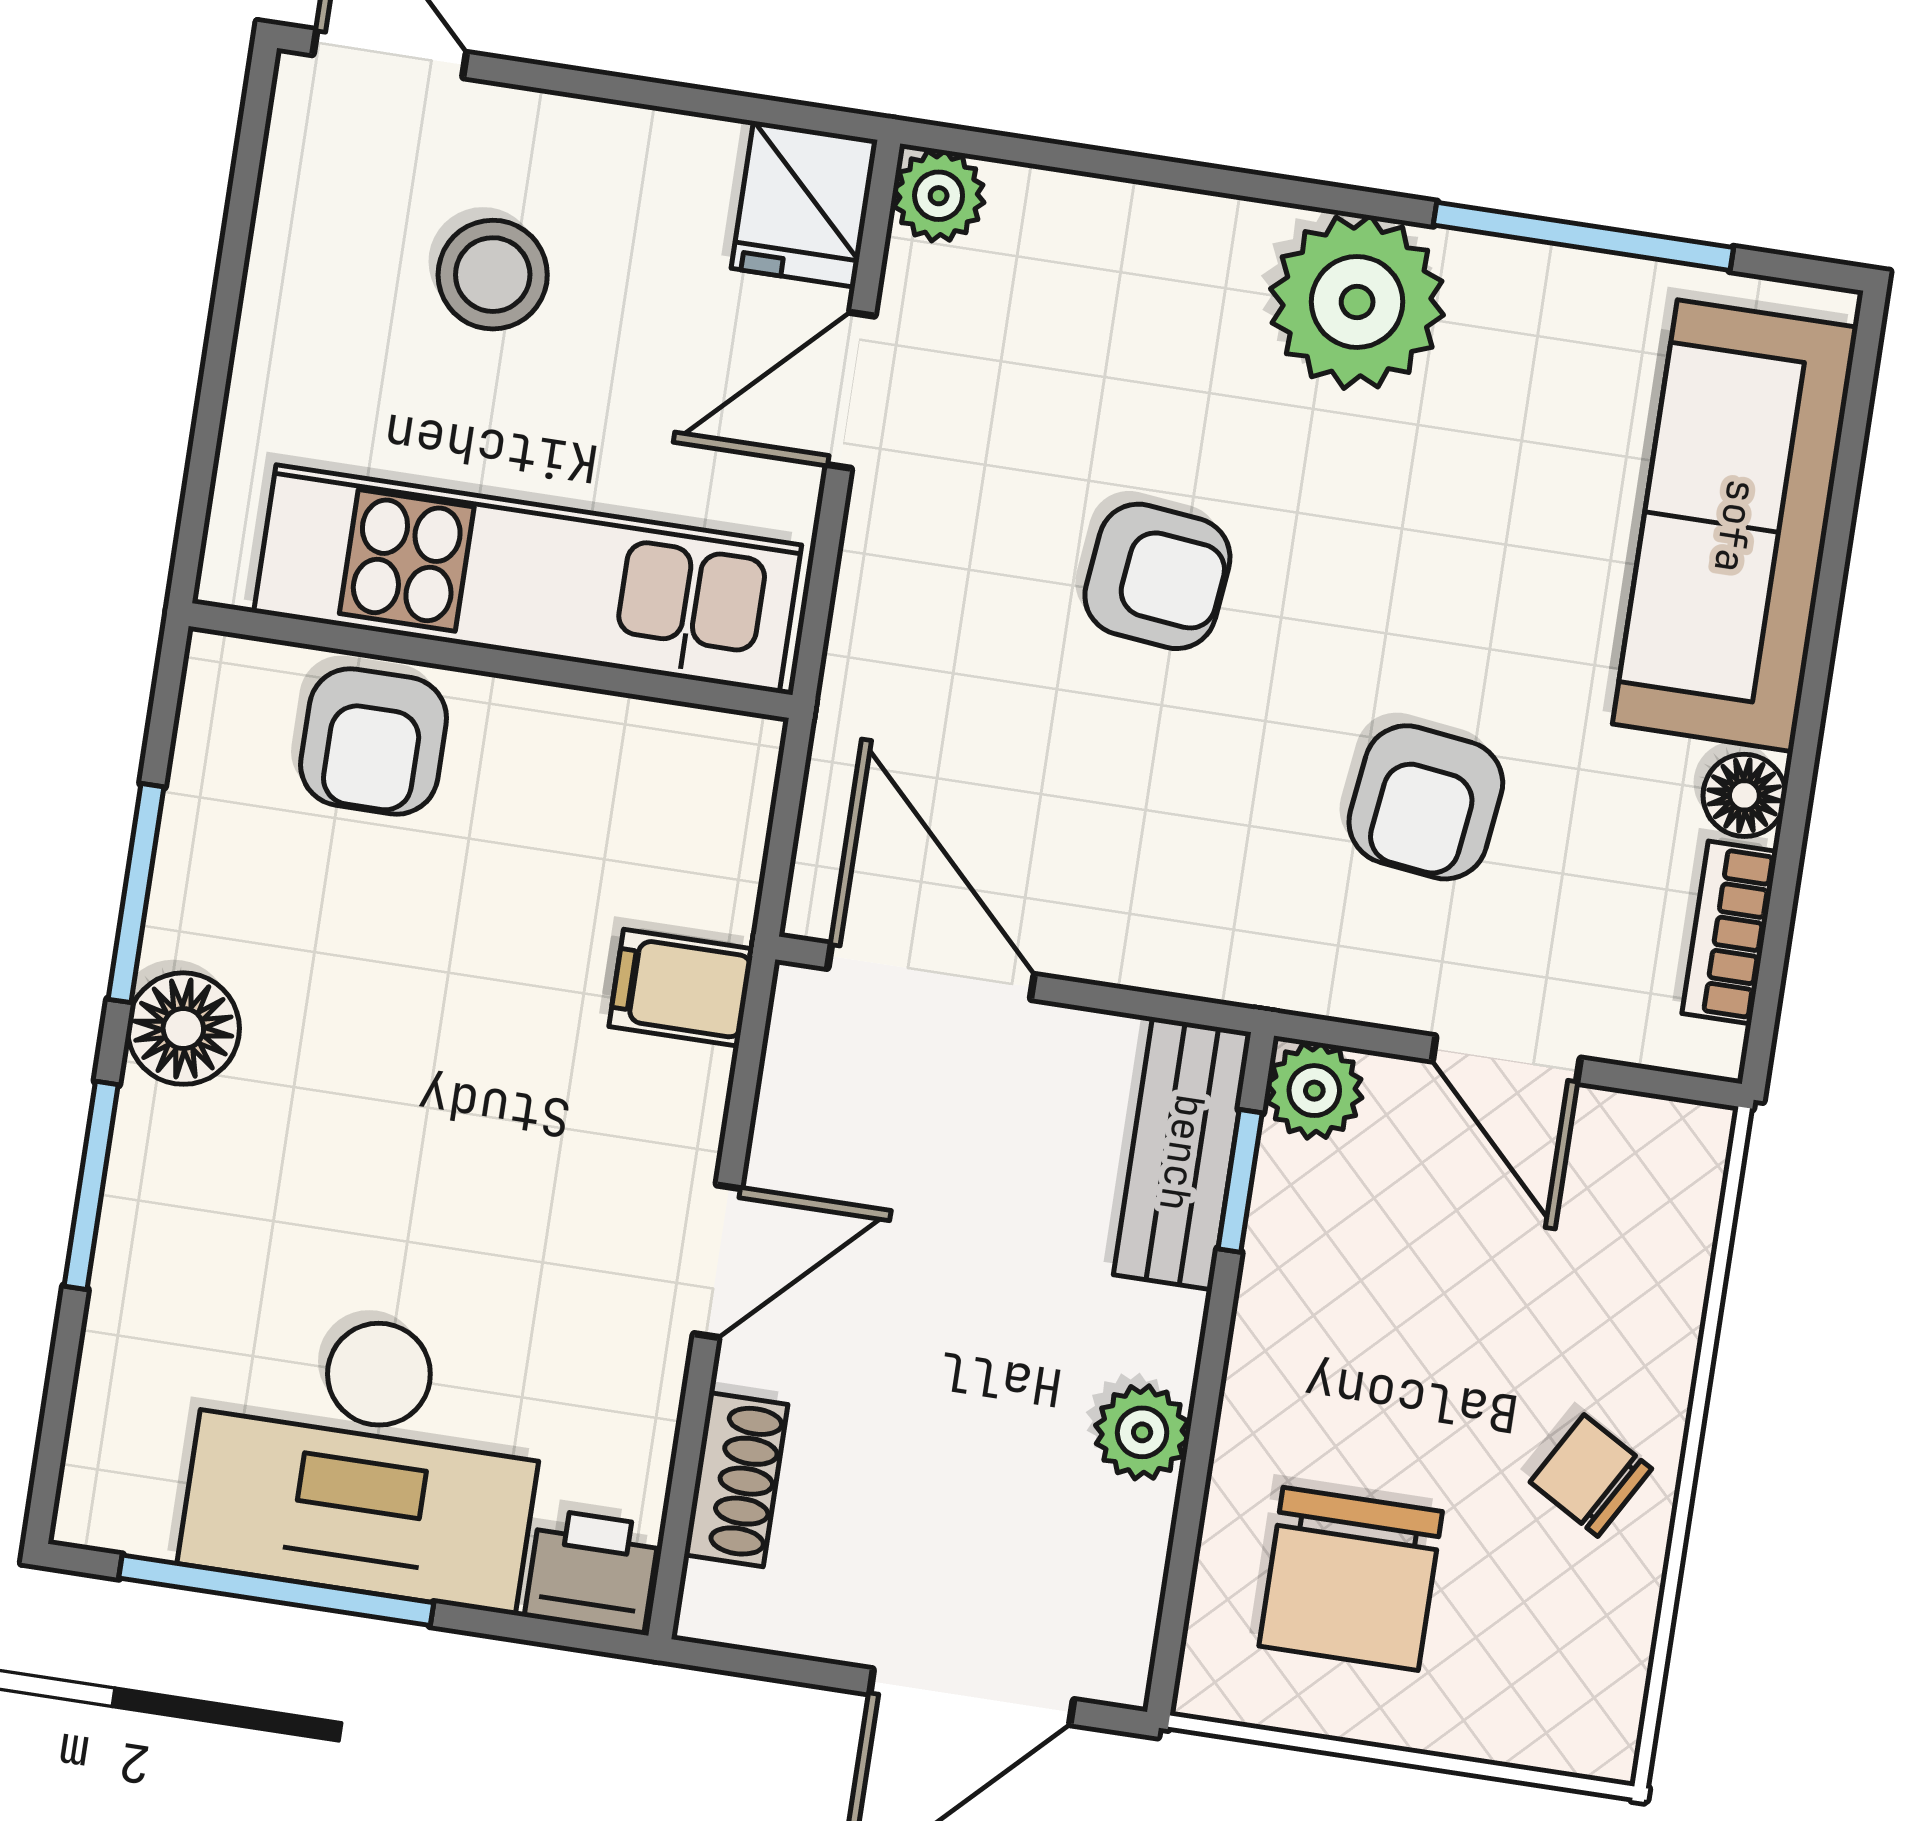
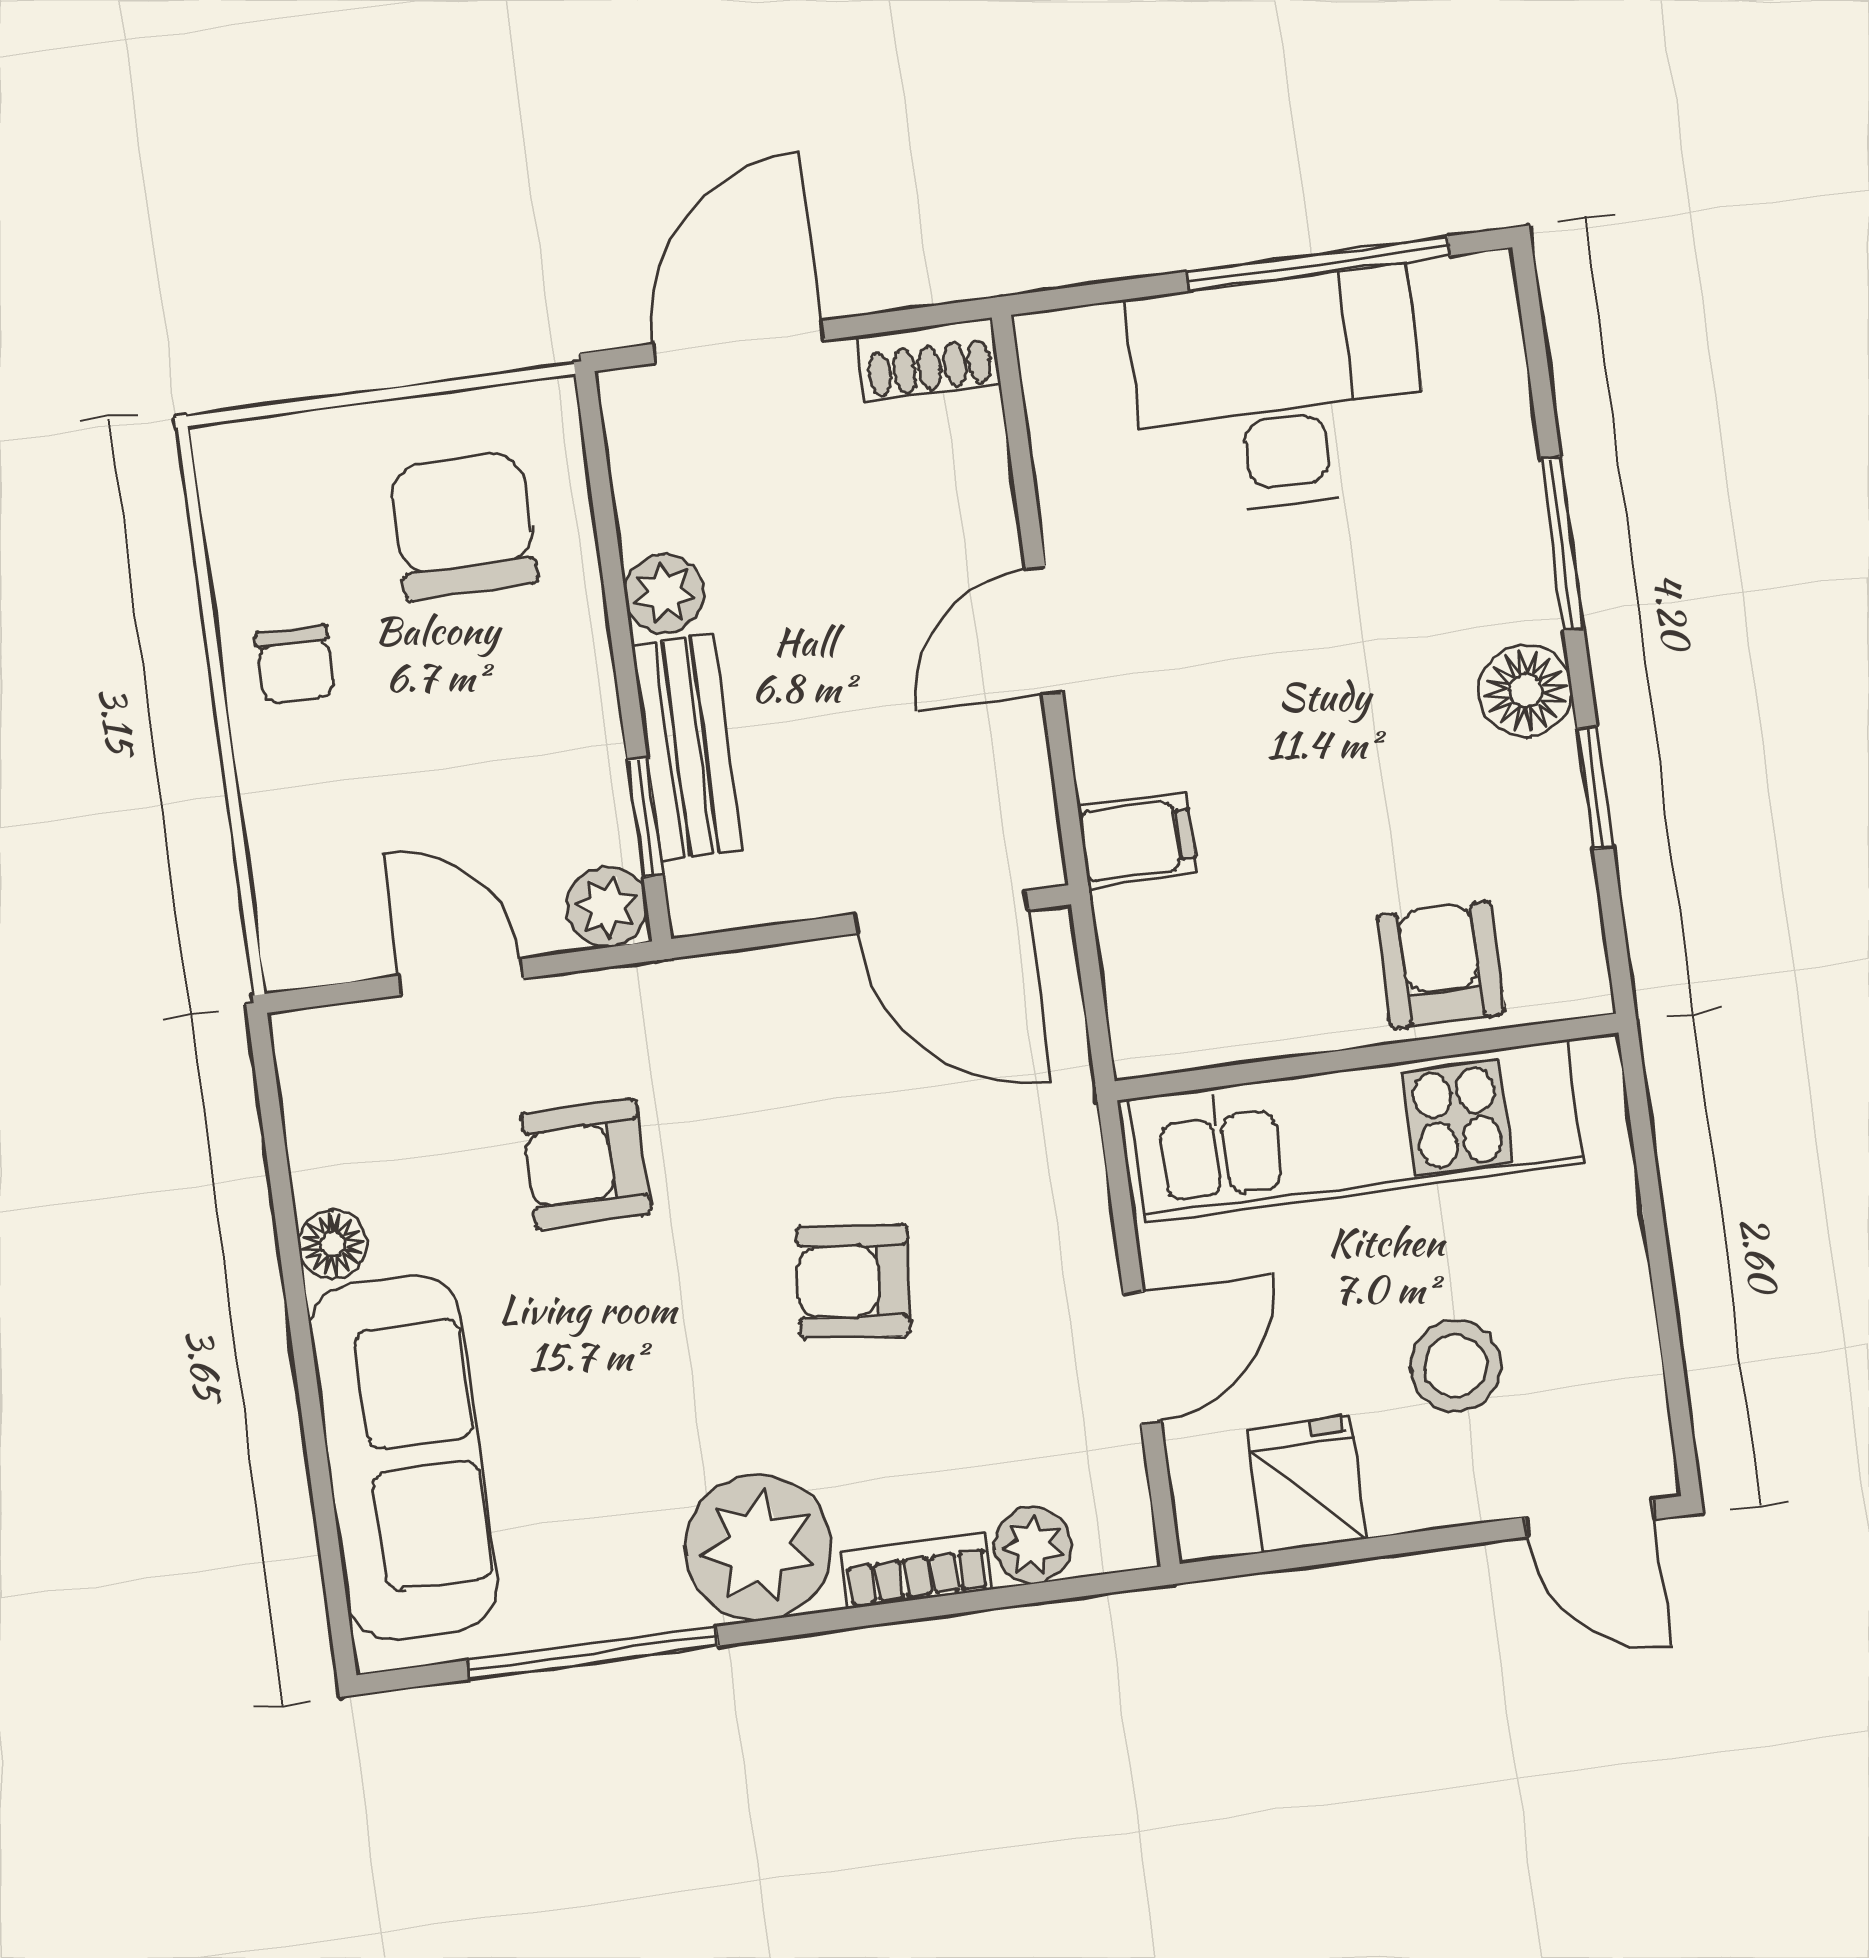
plant: (939, 196) -> (1033, 1545), moved
fridge: (804, 204) -> (1307, 1484), moved
armchair: (1426, 802) -> (586, 1164), turned -97
window: (136, 893) -> (1595, 788), width x0.67
bookcase: (1730, 933) -> (916, 1570), moved, turned -90
bench: (1182, 1153) -> (687, 747), moved
chair: (1591, 1475) -> (295, 665), turned 60
shoe rack: (736, 1480) -> (928, 360), moved, turned -90
printer: (592, 1571) -> (1071, 353), removed

